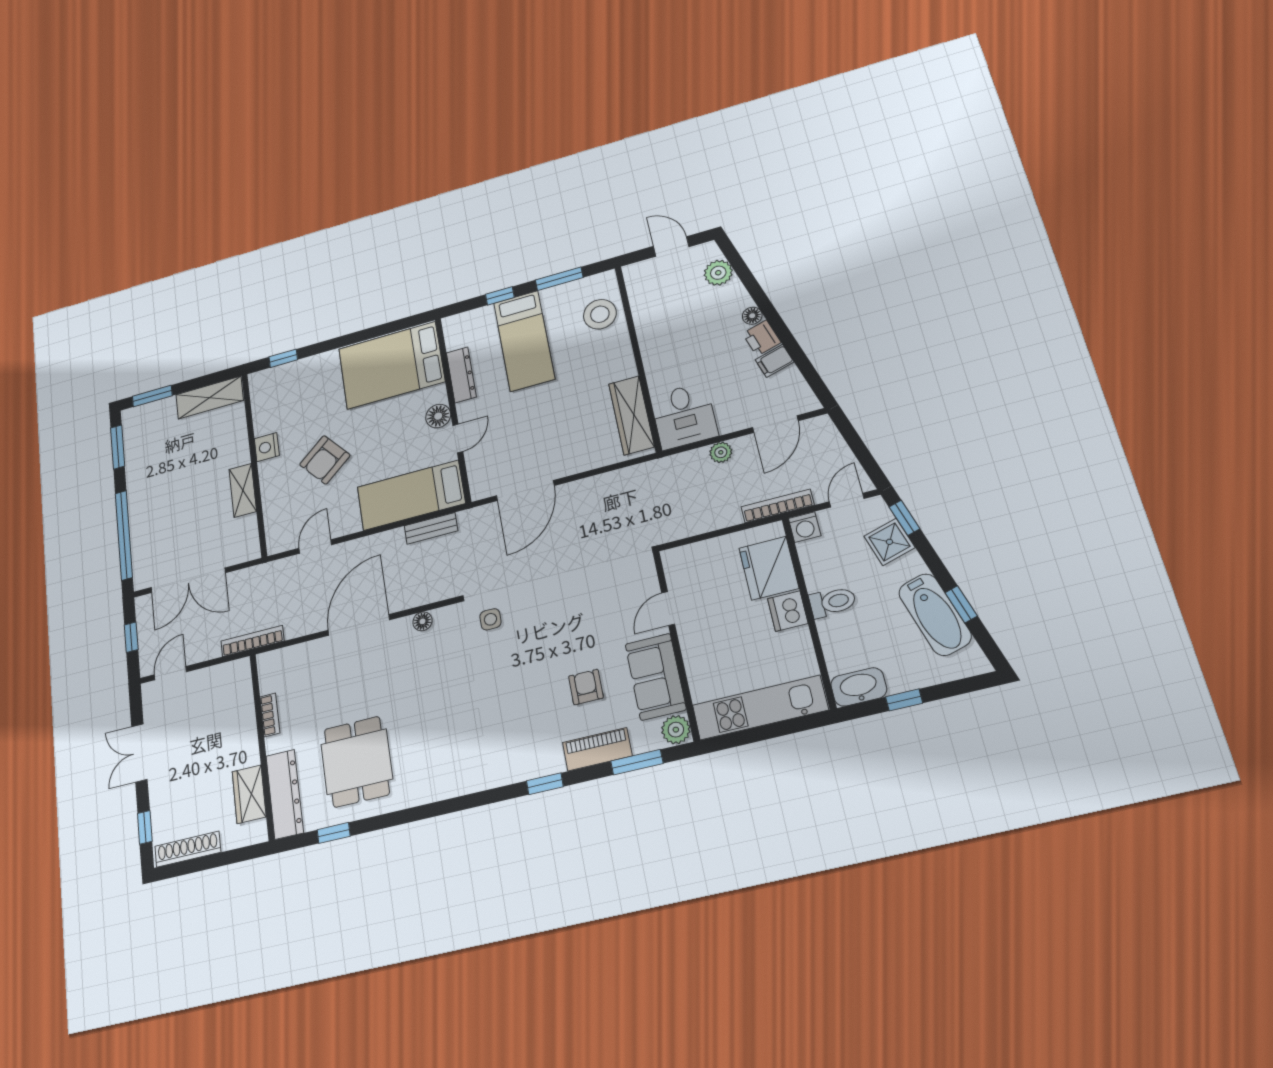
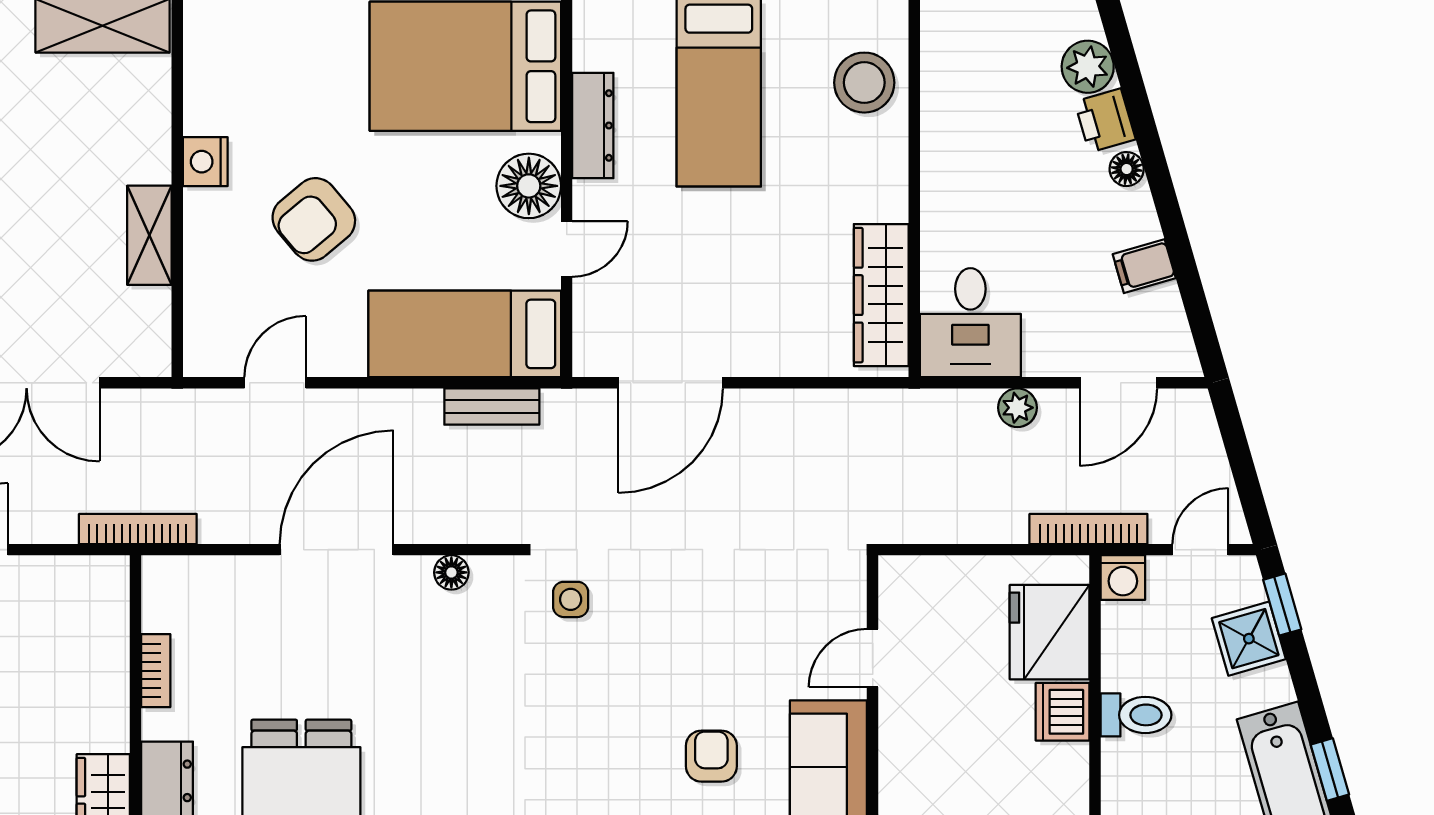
printer: (762, 338) -> (1105, 120), moved
floor lamp: (438, 416) -> (529, 186), width x1.38, depth x1.38

